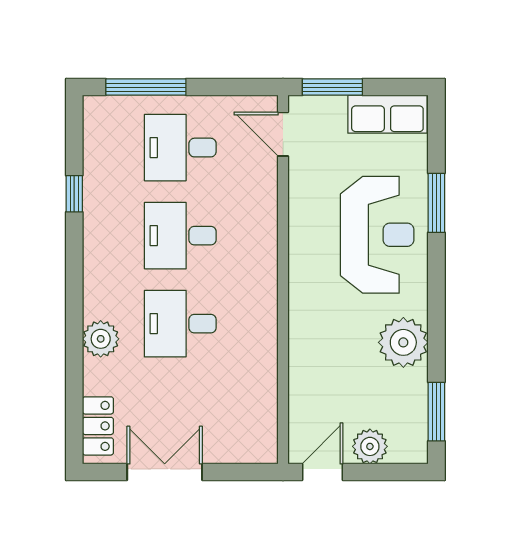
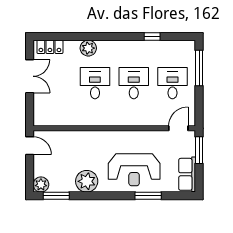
plant: (370, 446) -> (41, 185), moved

